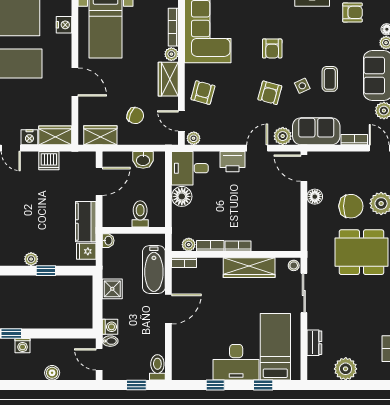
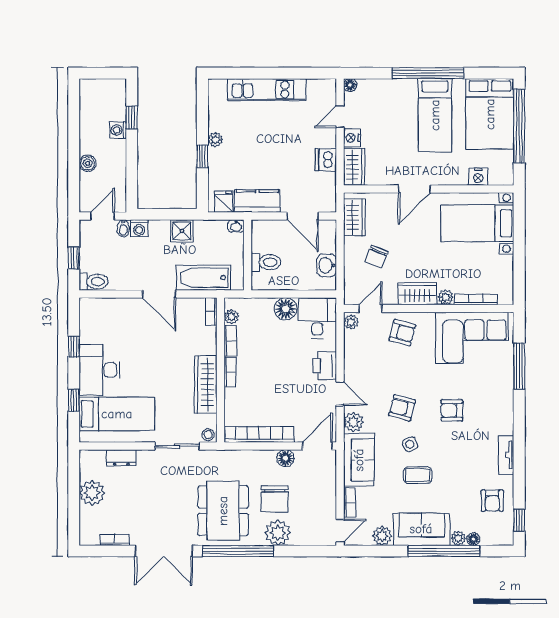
bookcase: (294, 220) -> (259, 434), added

